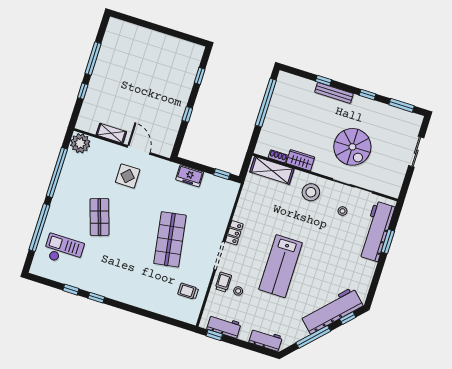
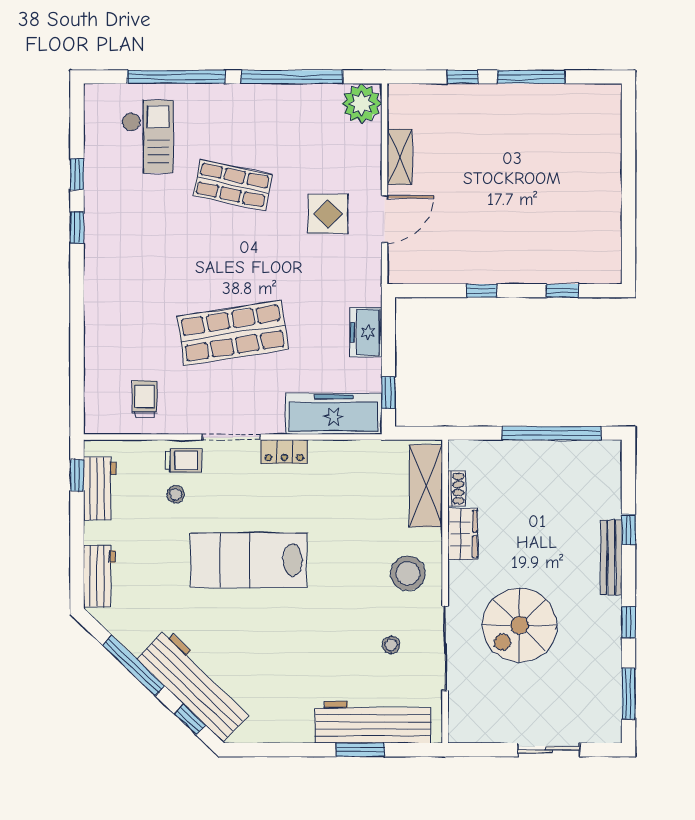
freezer: (224, 204) -> (334, 414), added
shop shelf: (99, 217) -> (233, 185), turned 30

